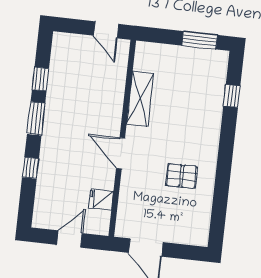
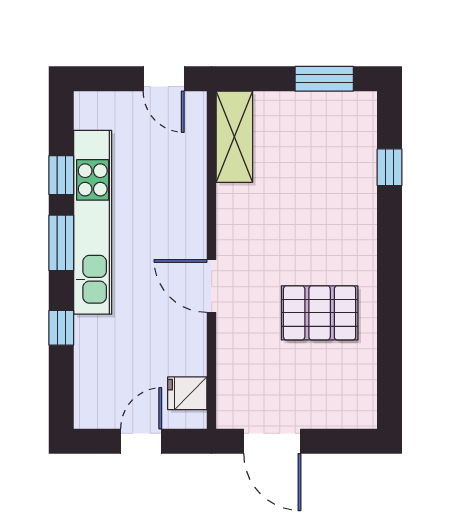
shelving: (140, 99) -> (234, 137), moved
kitchen unit: (56, 109) -> (93, 222), added
pallet: (182, 176) -> (320, 313), width x1.50, depth x1.42
fridge: (101, 199) -> (187, 393), moved

